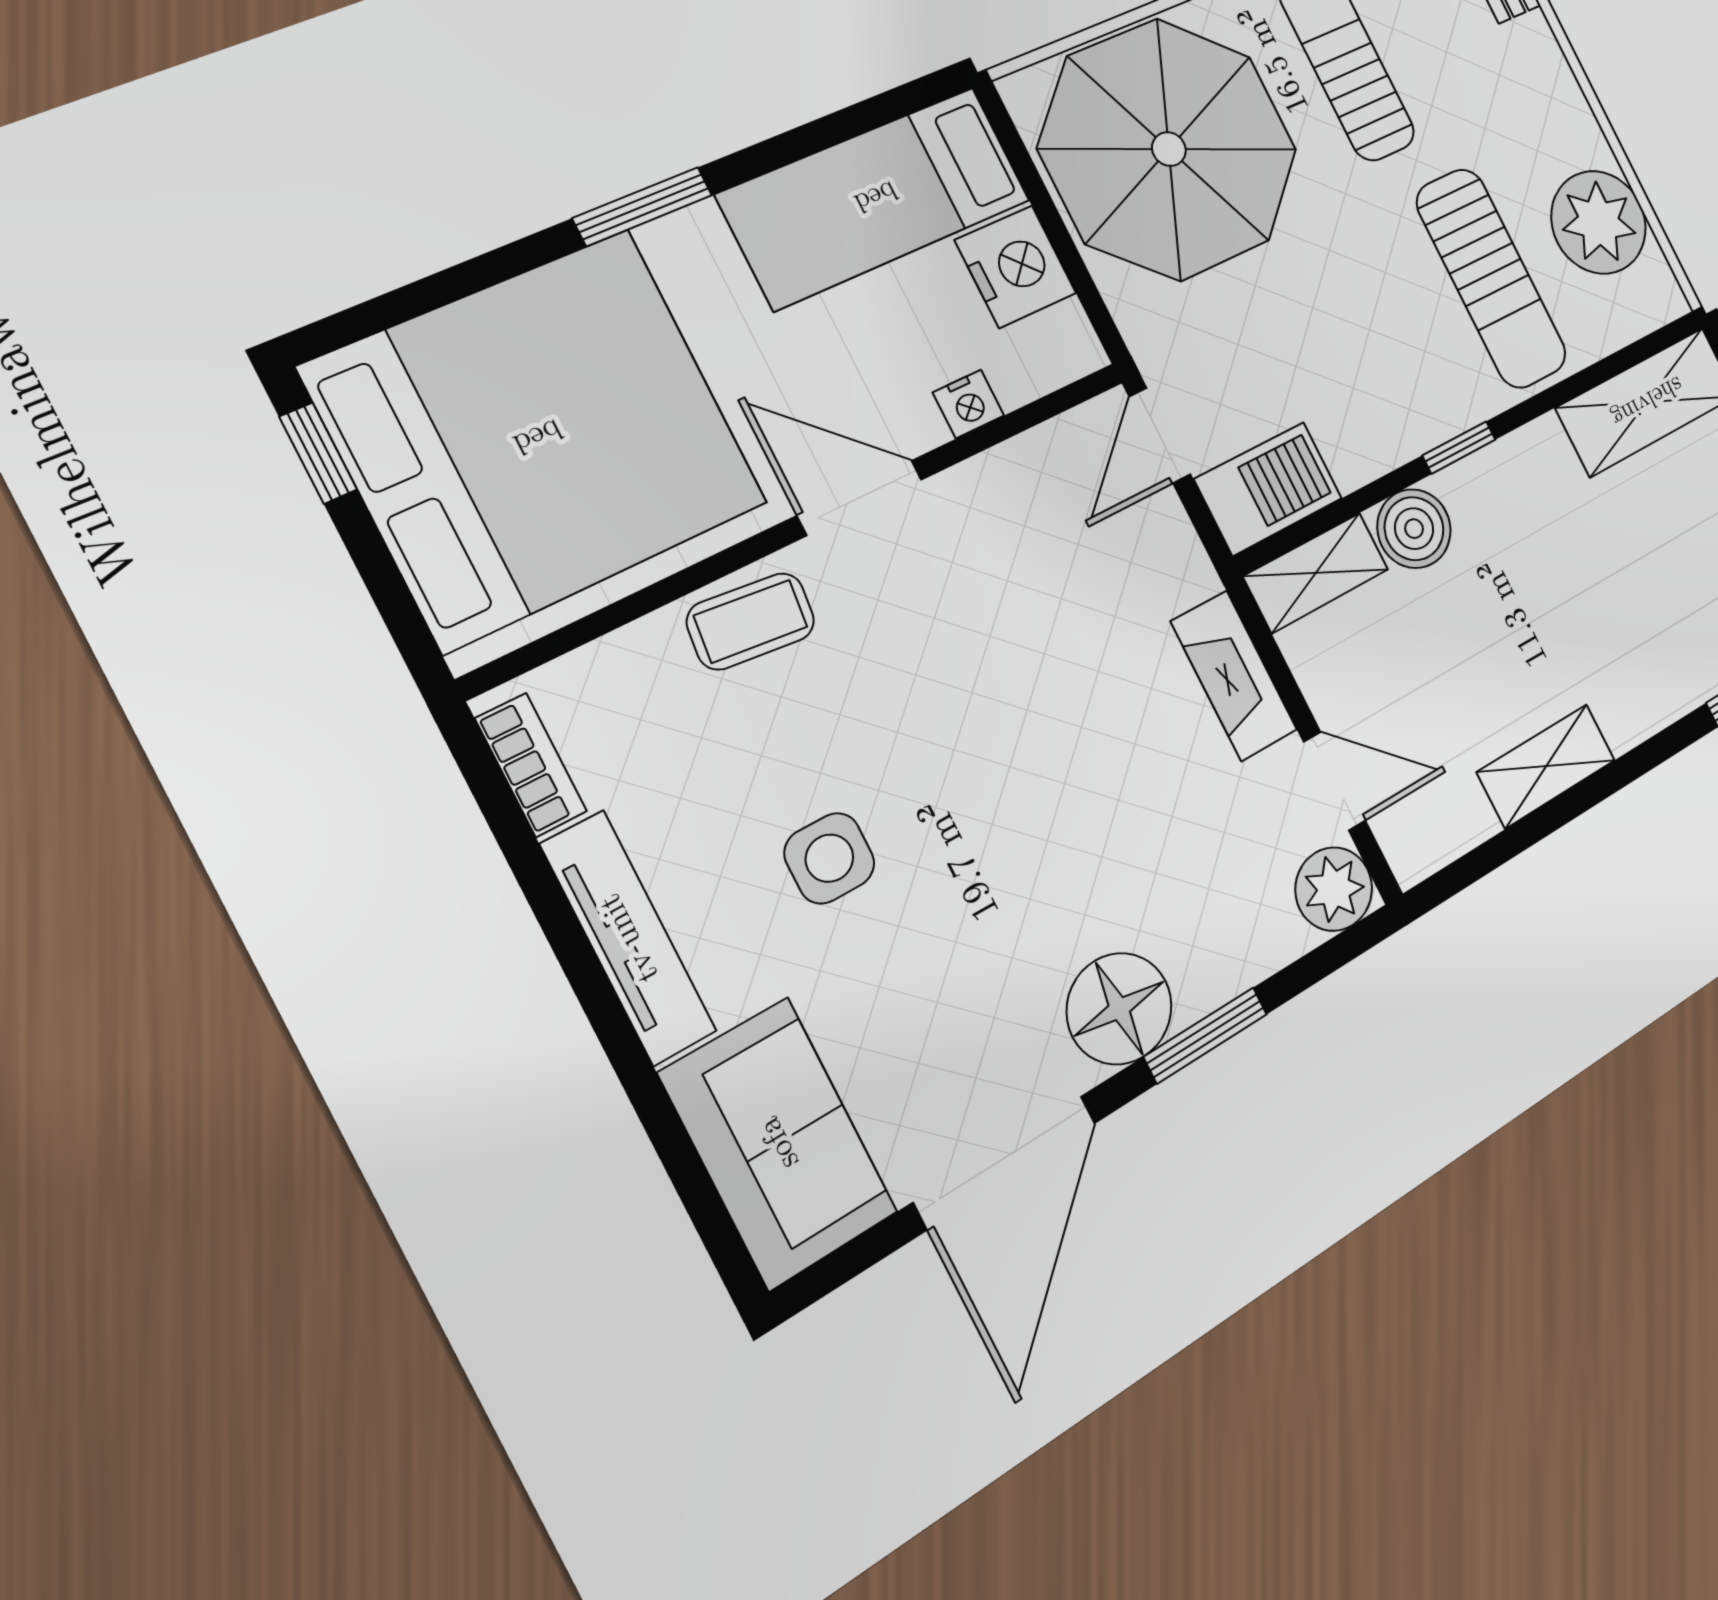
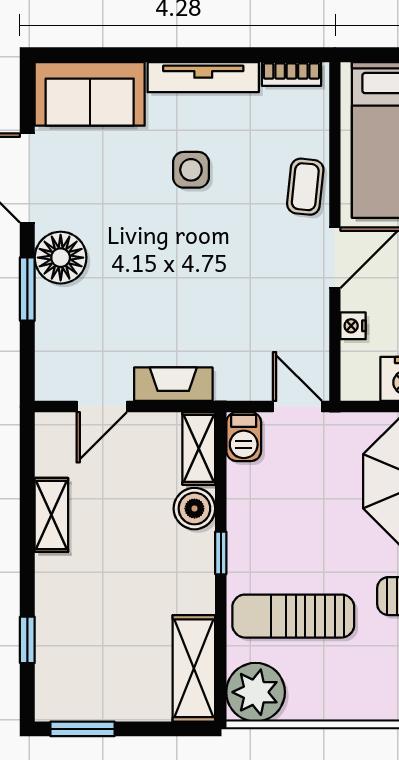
plant: (1599, 222) -> (256, 692), moved
barbecue: (1268, 489) -> (244, 437), width x0.73, depth x0.79
plant: (1334, 889) -> (55, 380), removed

